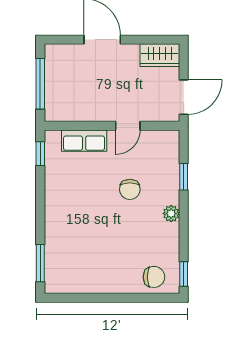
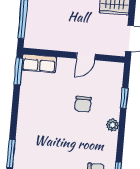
row of seats: (84, 141) -> (39, 63), moved
window: (40, 154) -> (18, 71), width x1.50

